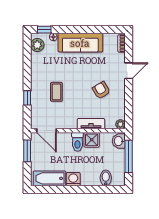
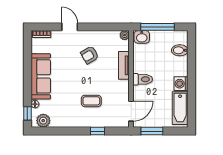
shower: (92, 140) -> (141, 65), removed

